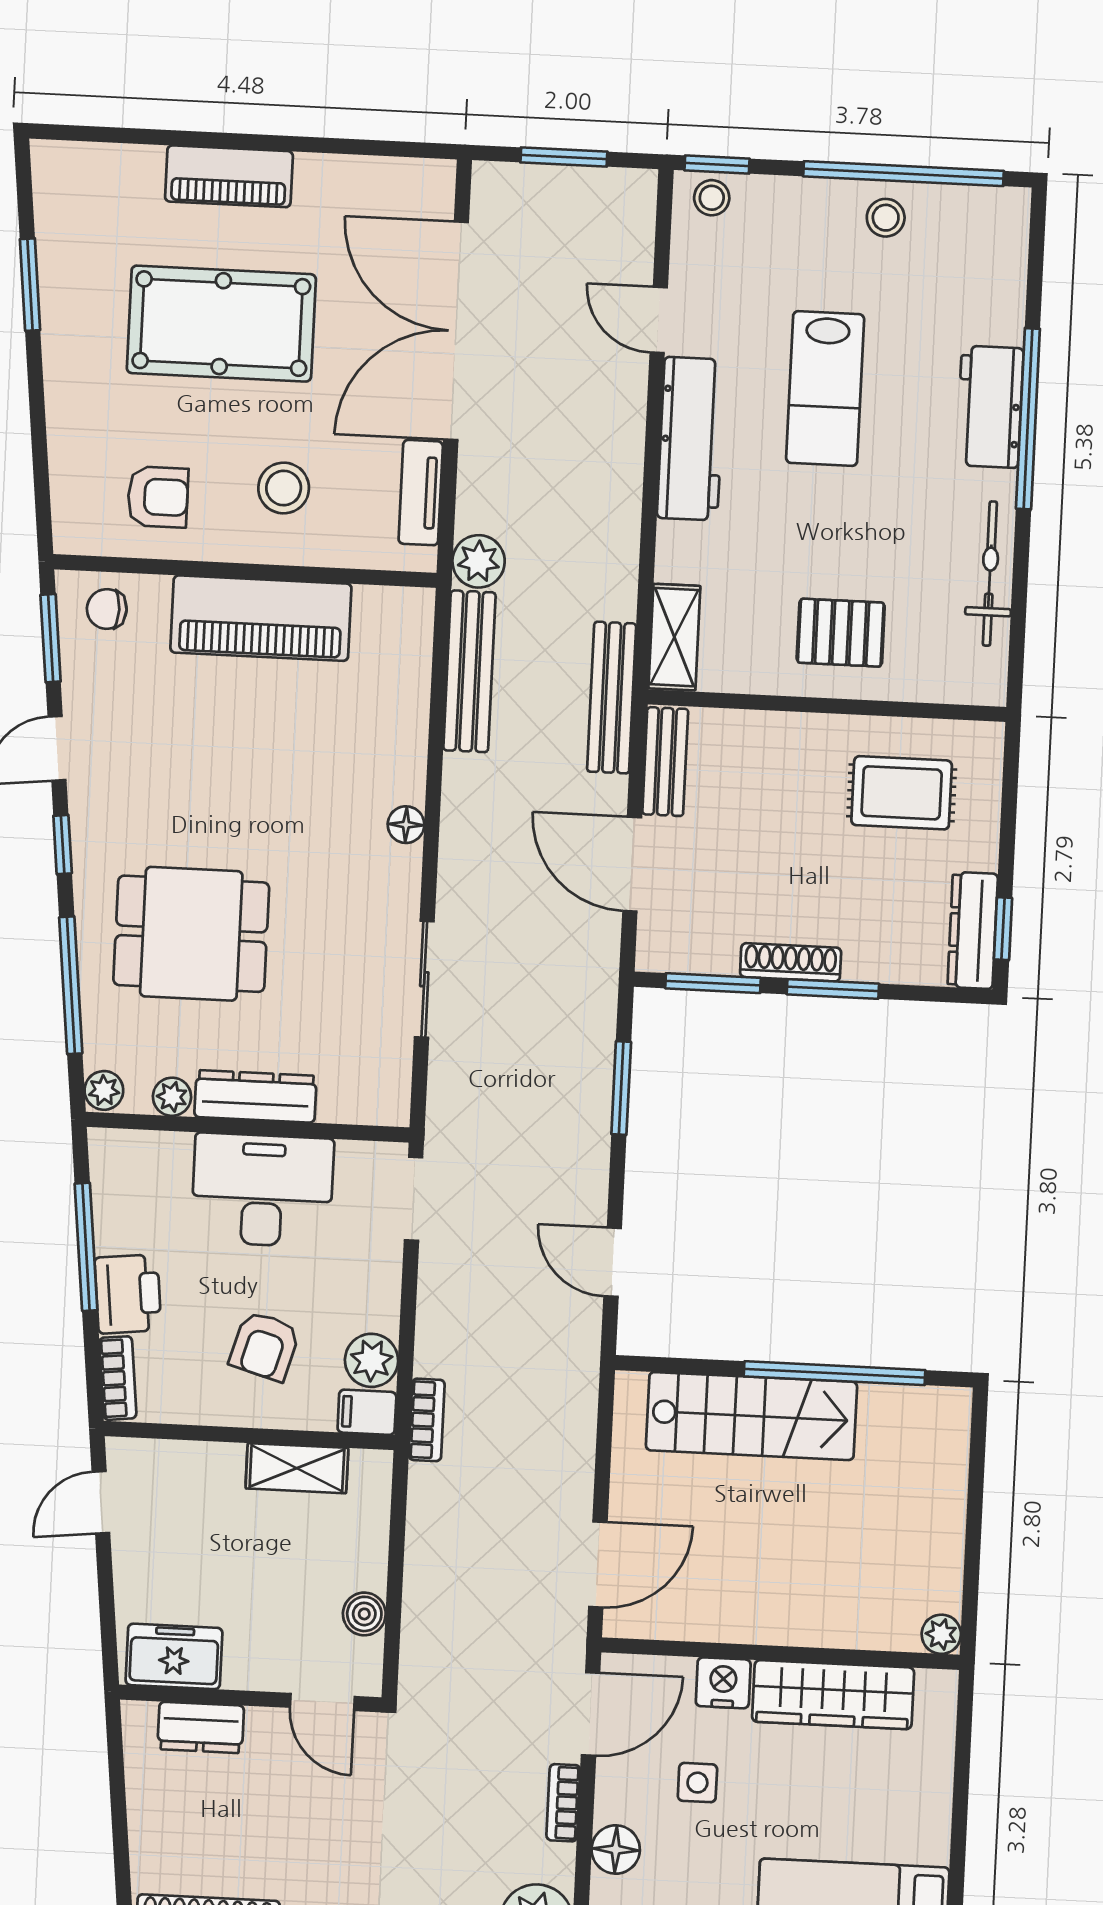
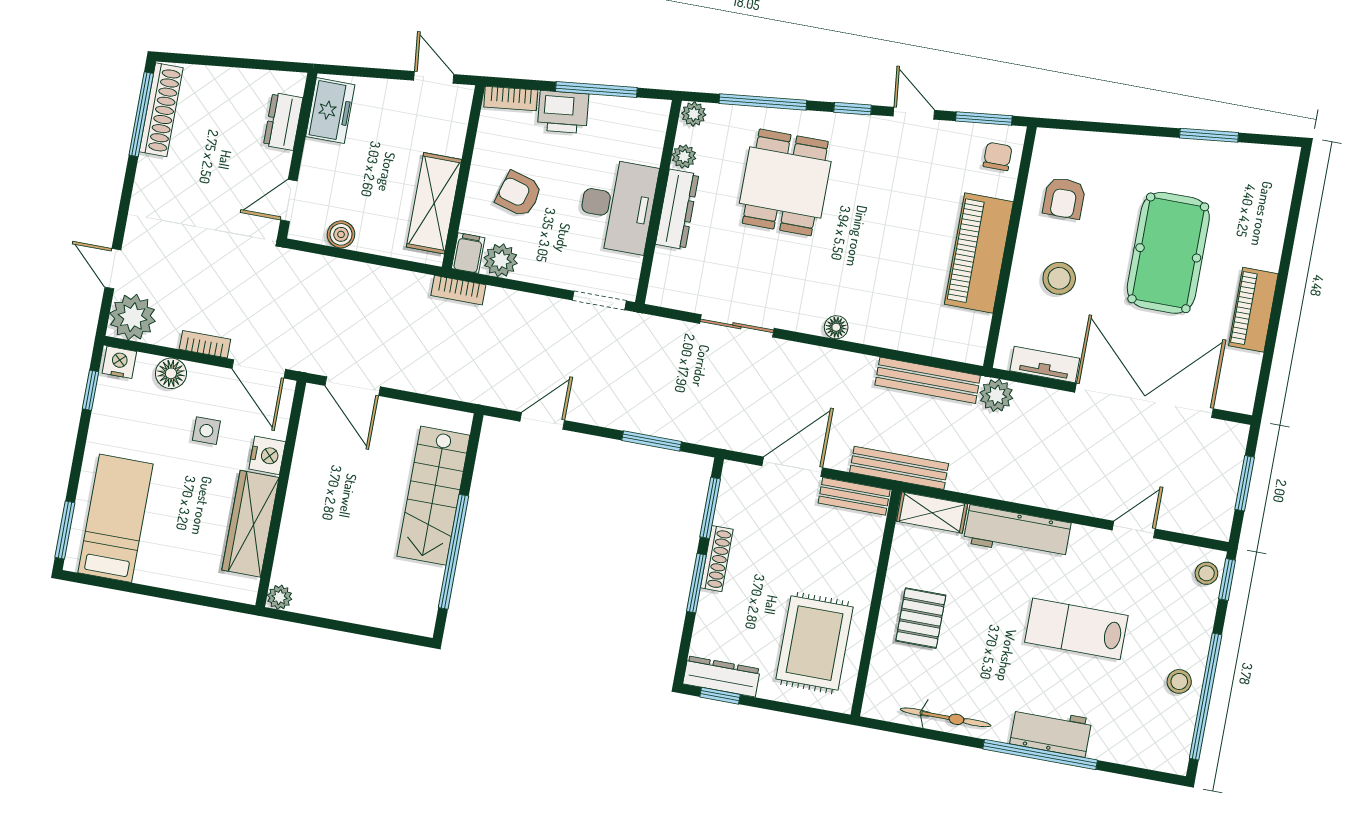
piano: (229, 176) -> (1253, 310), moved
workbench: (691, 439) -> (1017, 533), moved
rug: (902, 793) -> (814, 643), width x1.36, depth x1.43
shelving: (297, 1468) -> (434, 203), width x1.50, depth x1.33

